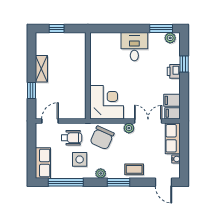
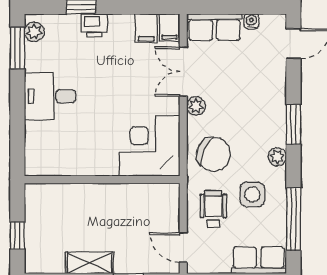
coffee table: (134, 169) -> (270, 97), removed

